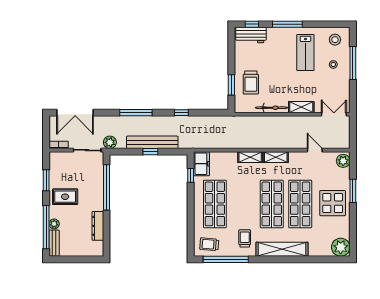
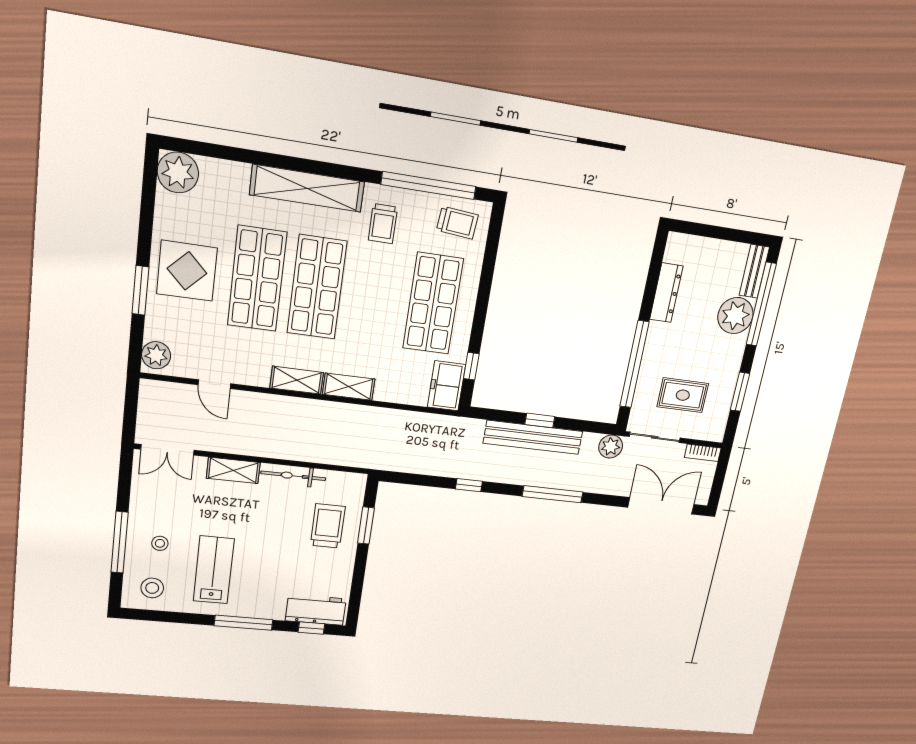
rug: (65, 197) -> (683, 395), moved
plant: (54, 224) -> (735, 316), width x1.88, depth x1.88

